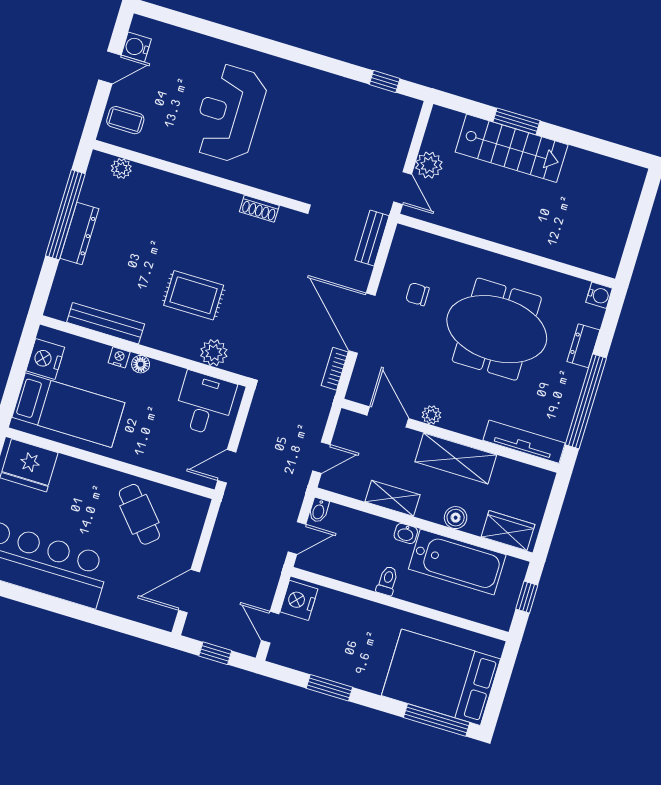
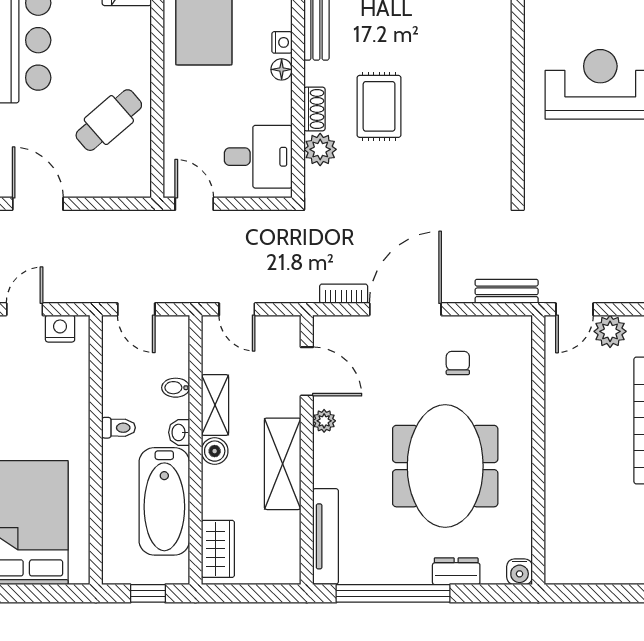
shoe rack: (259, 209) -> (314, 109), moved, turned 180
door: (388, 417) -> (307, 371), hinge flipped
bidet: (319, 510) -> (176, 388), moved
boiler: (456, 518) -> (215, 451), moved
nightstand: (299, 600) -> (60, 329), width x0.74, depth x0.75

